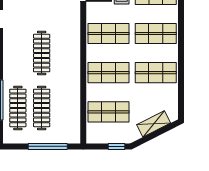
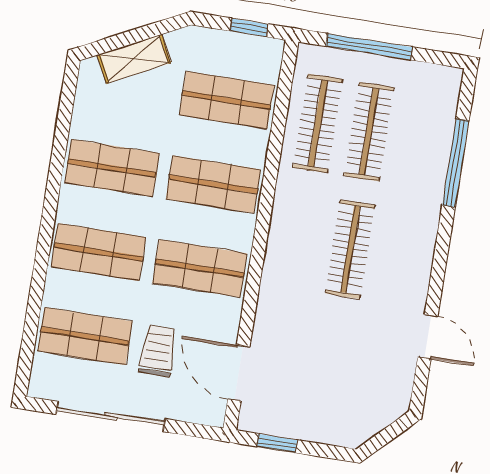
clothes rail: (18, 108) -> (318, 123), moved
window: (117, 146) -> (249, 27), moved

